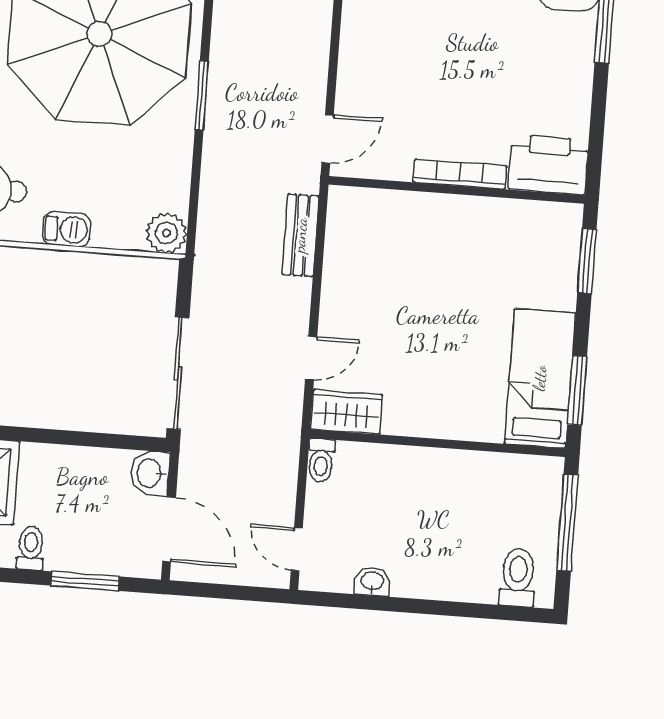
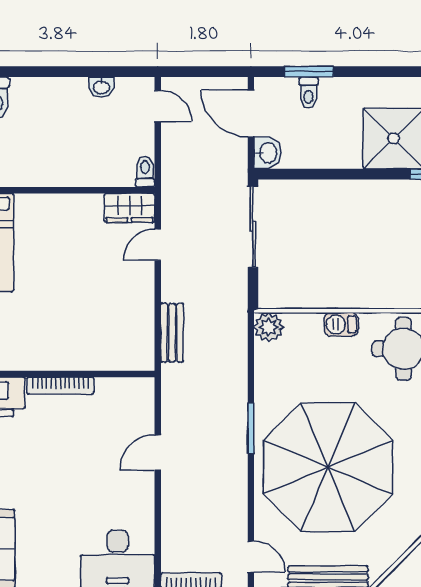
door: (328, 139) -> (158, 453), moved
toilet: (31, 548) -> (309, 92), moved

